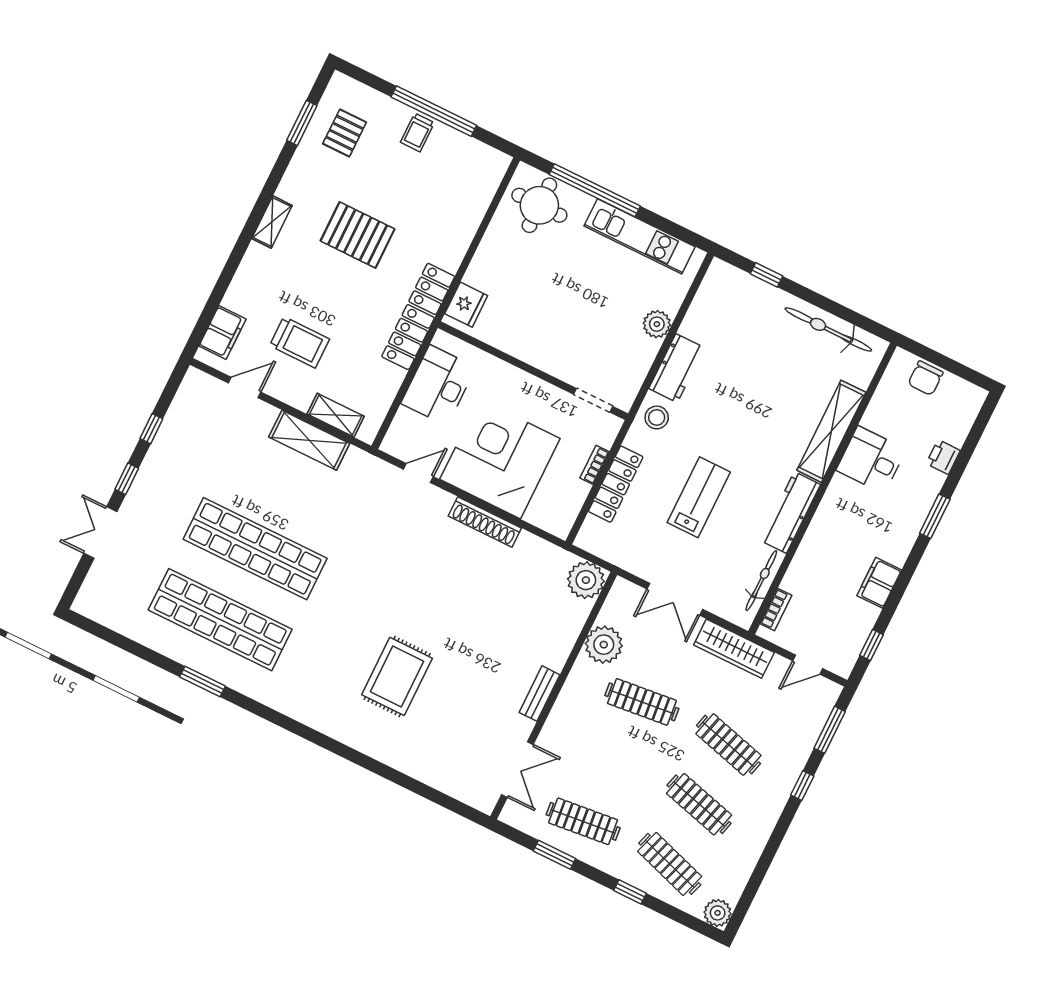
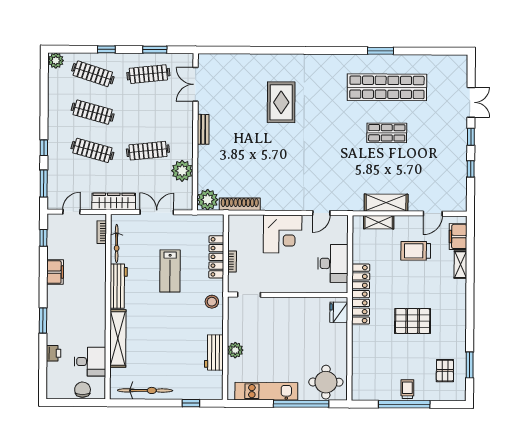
shelving: (272, 222) -> (460, 265), moved
workbench: (677, 368) -> (214, 353), moved
corner desk: (500, 459) -> (283, 234), width x0.74, depth x0.74
desk: (871, 460) -> (90, 362), moved
shoe rack: (485, 522) -> (240, 204), moved
shop shelf: (255, 549) -> (387, 133), width x0.50, depth x0.74

